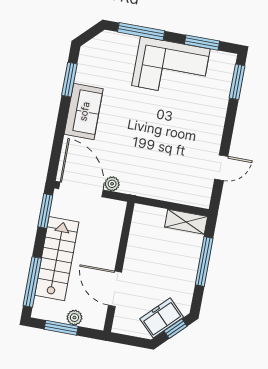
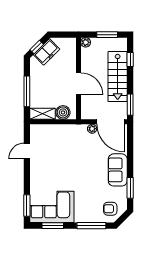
armchair: (107, 52) -> (110, 209), added
corner sofa: (171, 67) -> (52, 207), moved
boiler: (153, 218) -> (63, 112), added
window: (32, 282) -> (130, 59), width x0.46
door: (115, 289) -> (78, 84), moved
plant: (74, 318) -> (86, 42), moved

